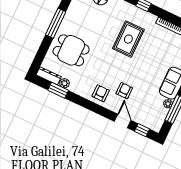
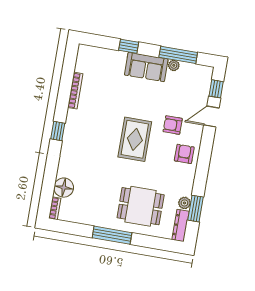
rug: (128, 39) -> (135, 139), moved, turned 90
dining table: (71, 50) -> (141, 206), turned 90
armchair: (101, 93) -> (184, 154), turned 90

